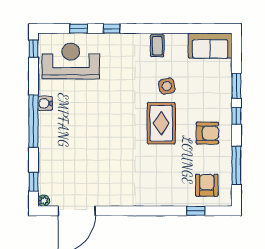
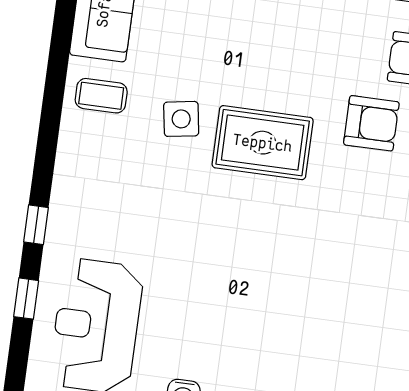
coffee table: (157, 46) -> (101, 96), moved
armchair: (207, 133) -> (371, 123), moved, turned 90

